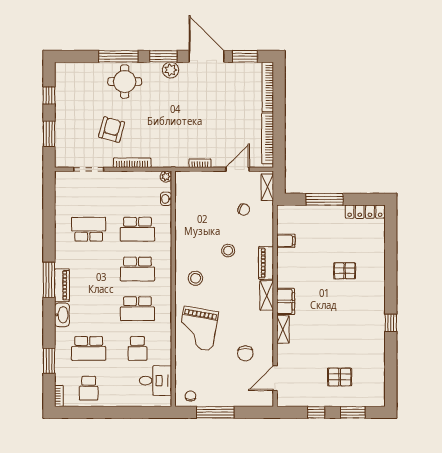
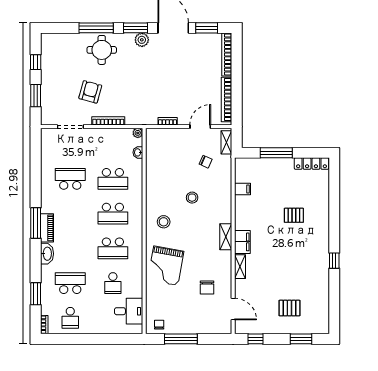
piano: (266, 263) -> (225, 208), removed
school desk: (89, 348) -> (70, 283), turned 180
door: (275, 378) -> (233, 309), swing flipped
window: (316, 412) -> (256, 339), moved

